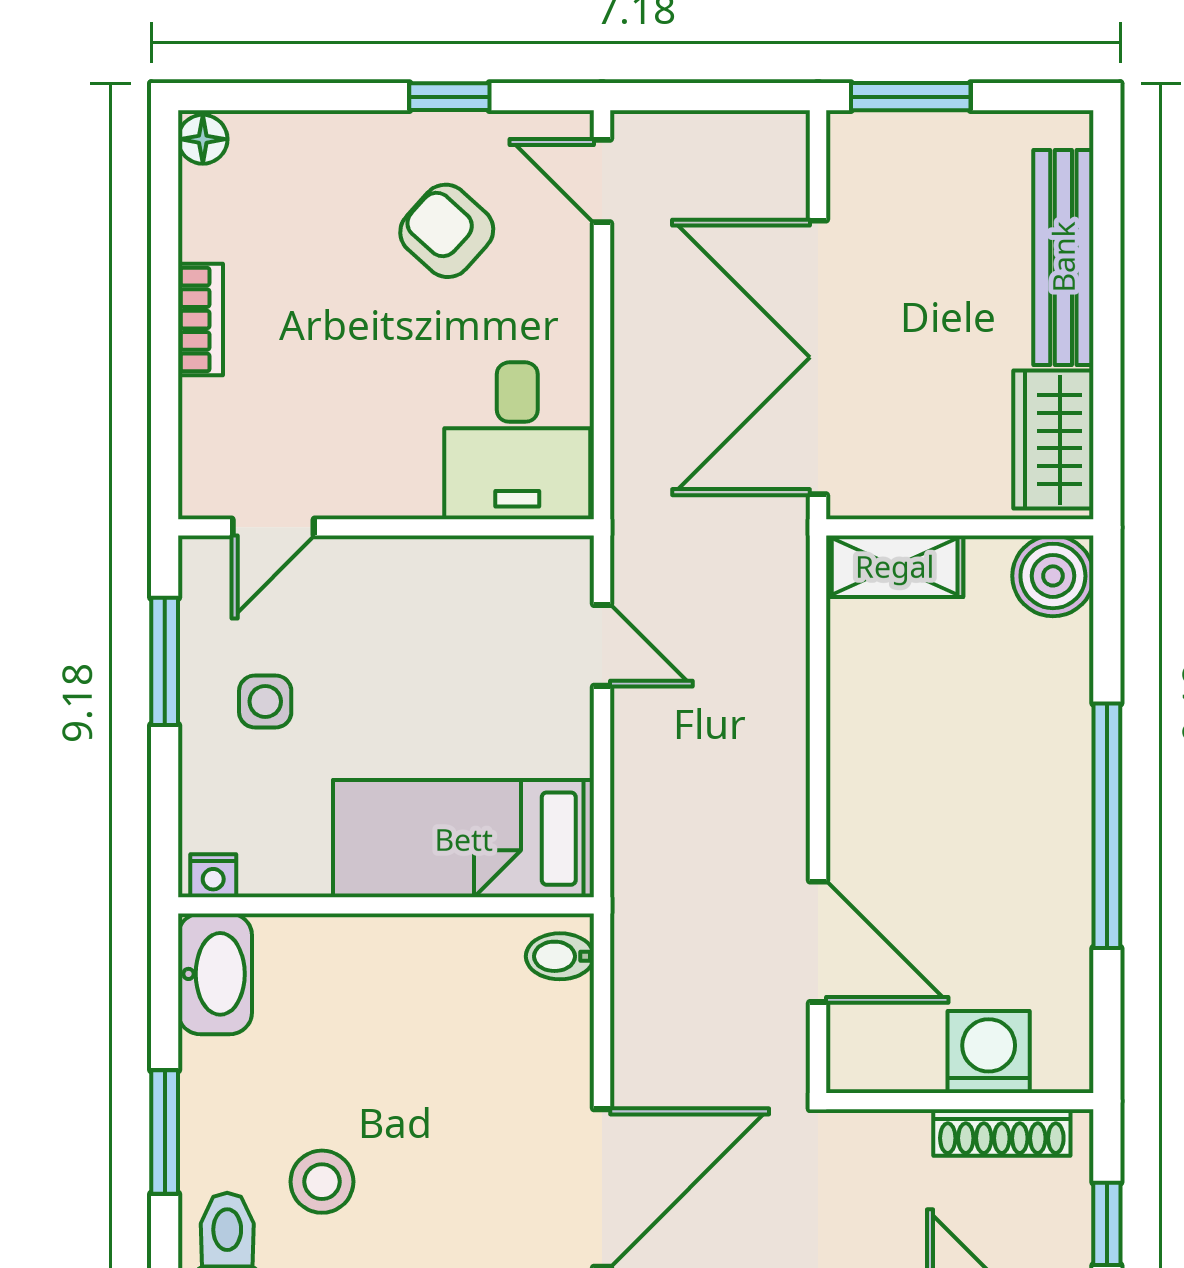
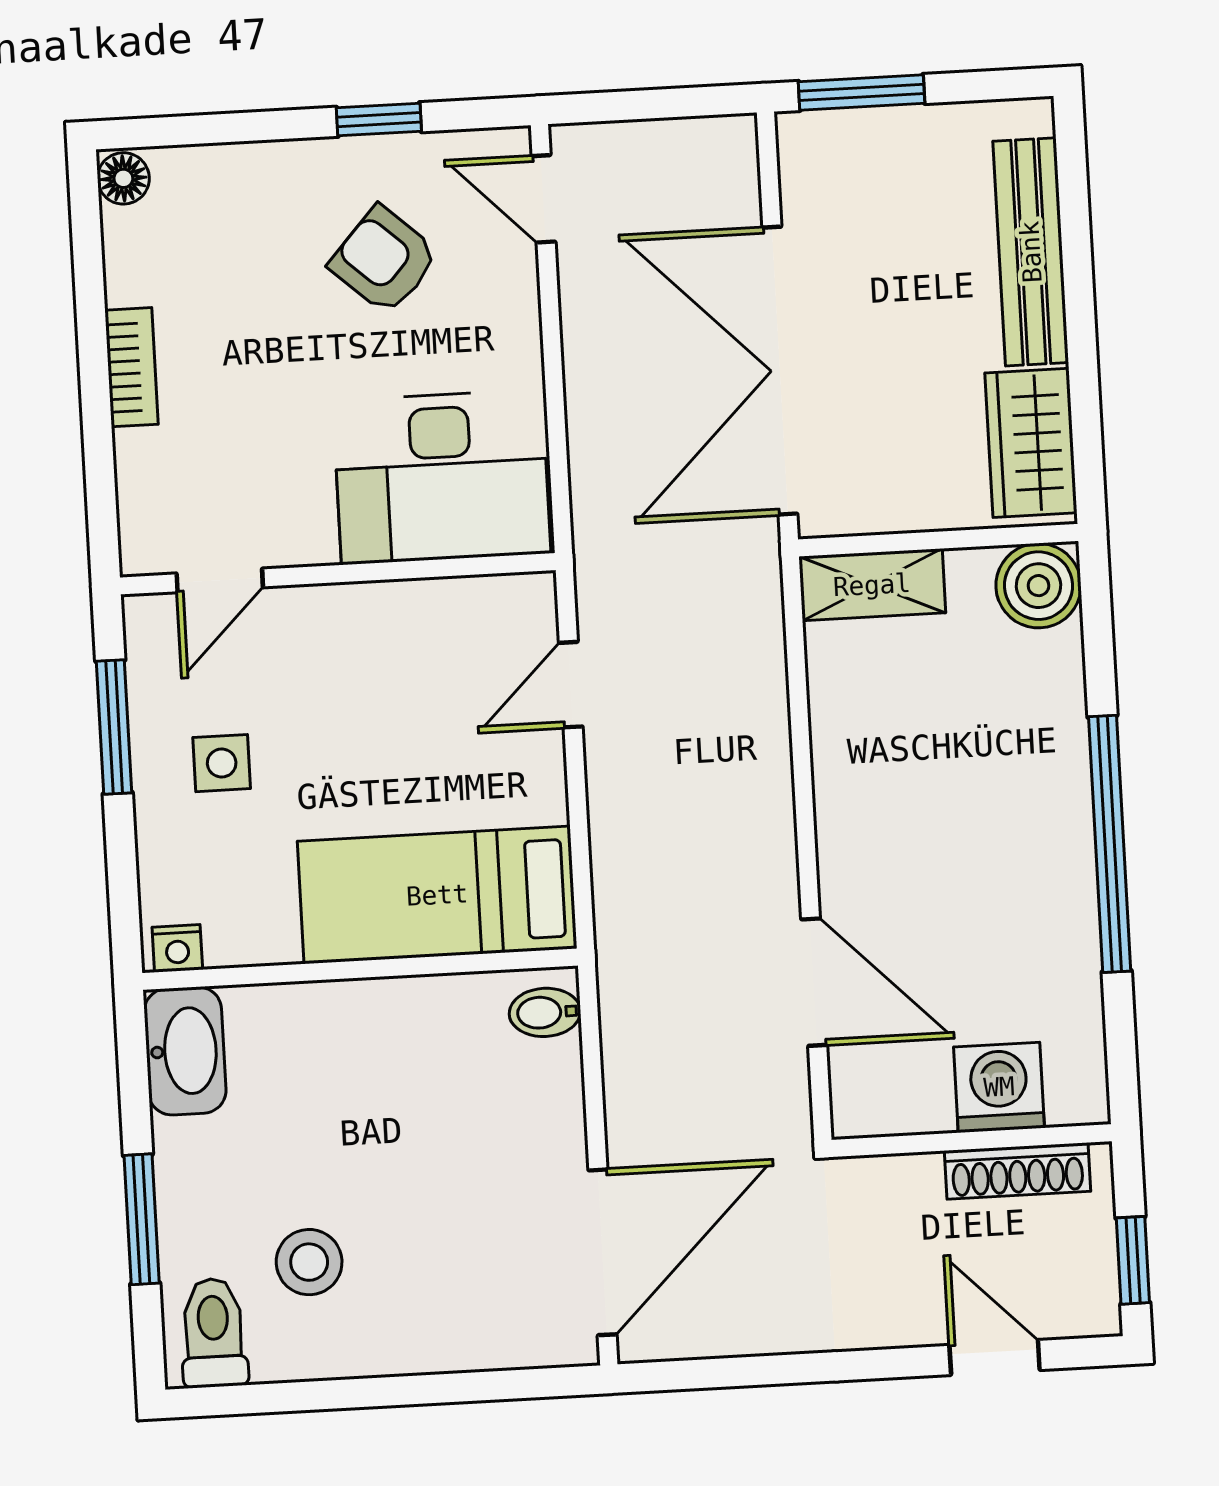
desk: (517, 441) -> (442, 477), width x1.37
door: (602, 645) -> (571, 685), swing flipped

